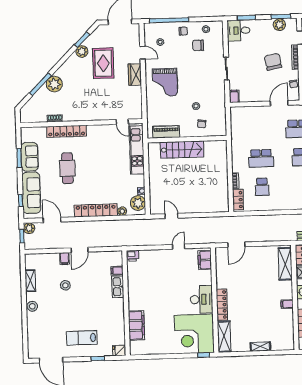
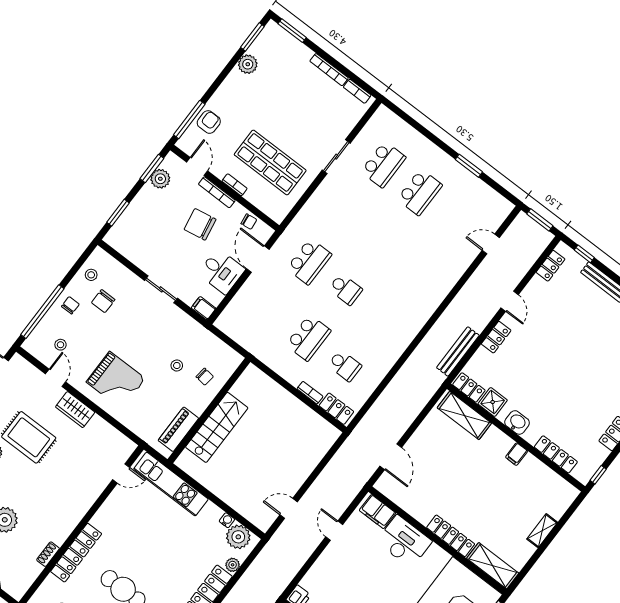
desk: (239, 30) -> (221, 271), moved, turned -90
door: (142, 53) -> (56, 378), hinge flipped
desk: (201, 299) -> (404, 541), moved

